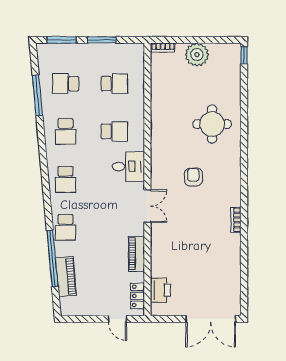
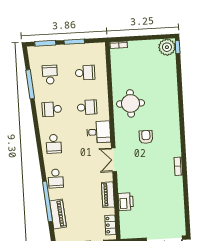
plant: (197, 55) -> (167, 47), moved
school desk: (66, 84) -> (50, 75), turned 90
round table: (212, 124) -> (131, 103), moved
school desk: (66, 131) -> (52, 109), turned 90
double door: (147, 206) -> (114, 160), swing flipped
printer: (160, 290) -> (126, 202), moved

